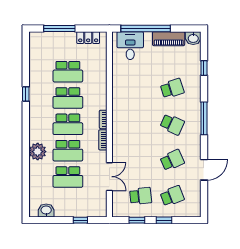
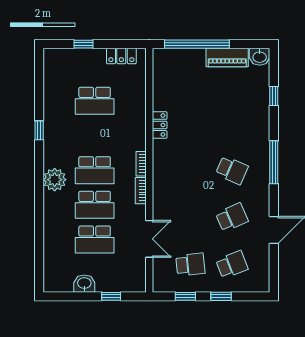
window: (59, 28) -> (84, 44), width x0.46
desk: (130, 46) -> (177, 67), removed
school desk: (172, 88) -> (232, 123), removed
locker: (117, 90) -> (160, 125), added
school desk: (68, 98) -> (95, 135), removed
plant: (38, 152) -> (55, 180), moved
washbasin: (46, 210) -> (84, 284), moved

